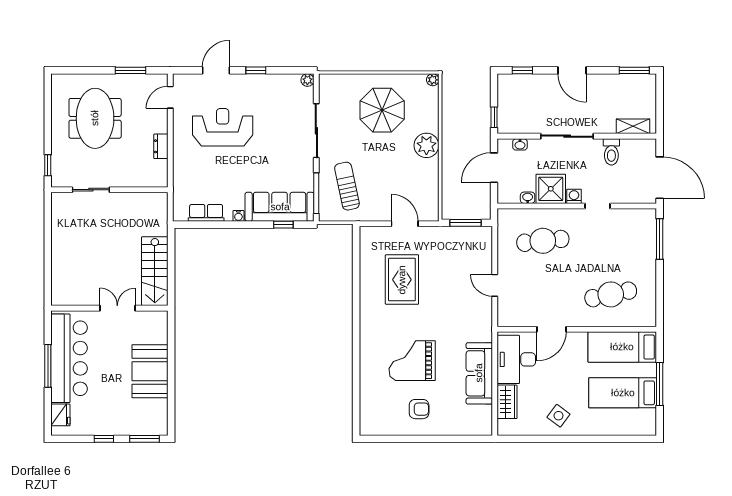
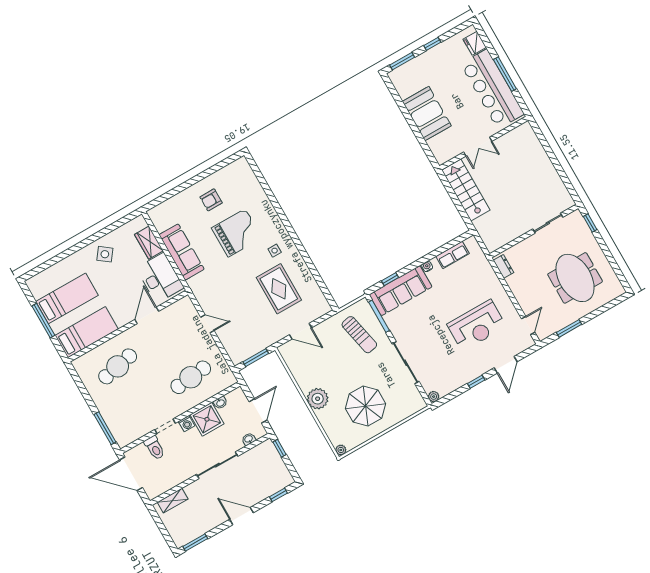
dresser: (161, 146) -> (504, 266), moved
toilet: (611, 152) -> (155, 448), moved, turned 180
side table: (384, 321) -> (275, 251), added

